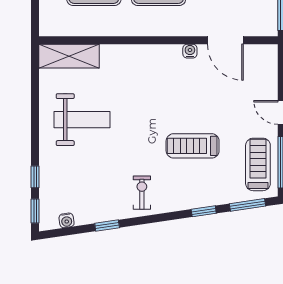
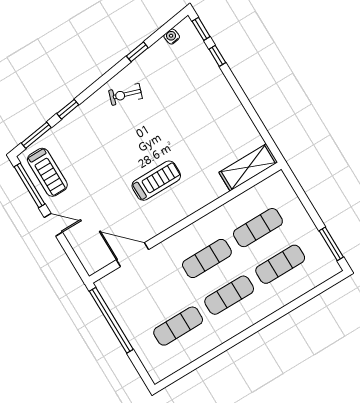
water cooler: (190, 51) -> (155, 229), removed
weight bench: (82, 120) -> (208, 123), removed
treadmill: (193, 146) -> (156, 181), moved
exercise bike: (142, 193) -> (126, 94), turned 108

